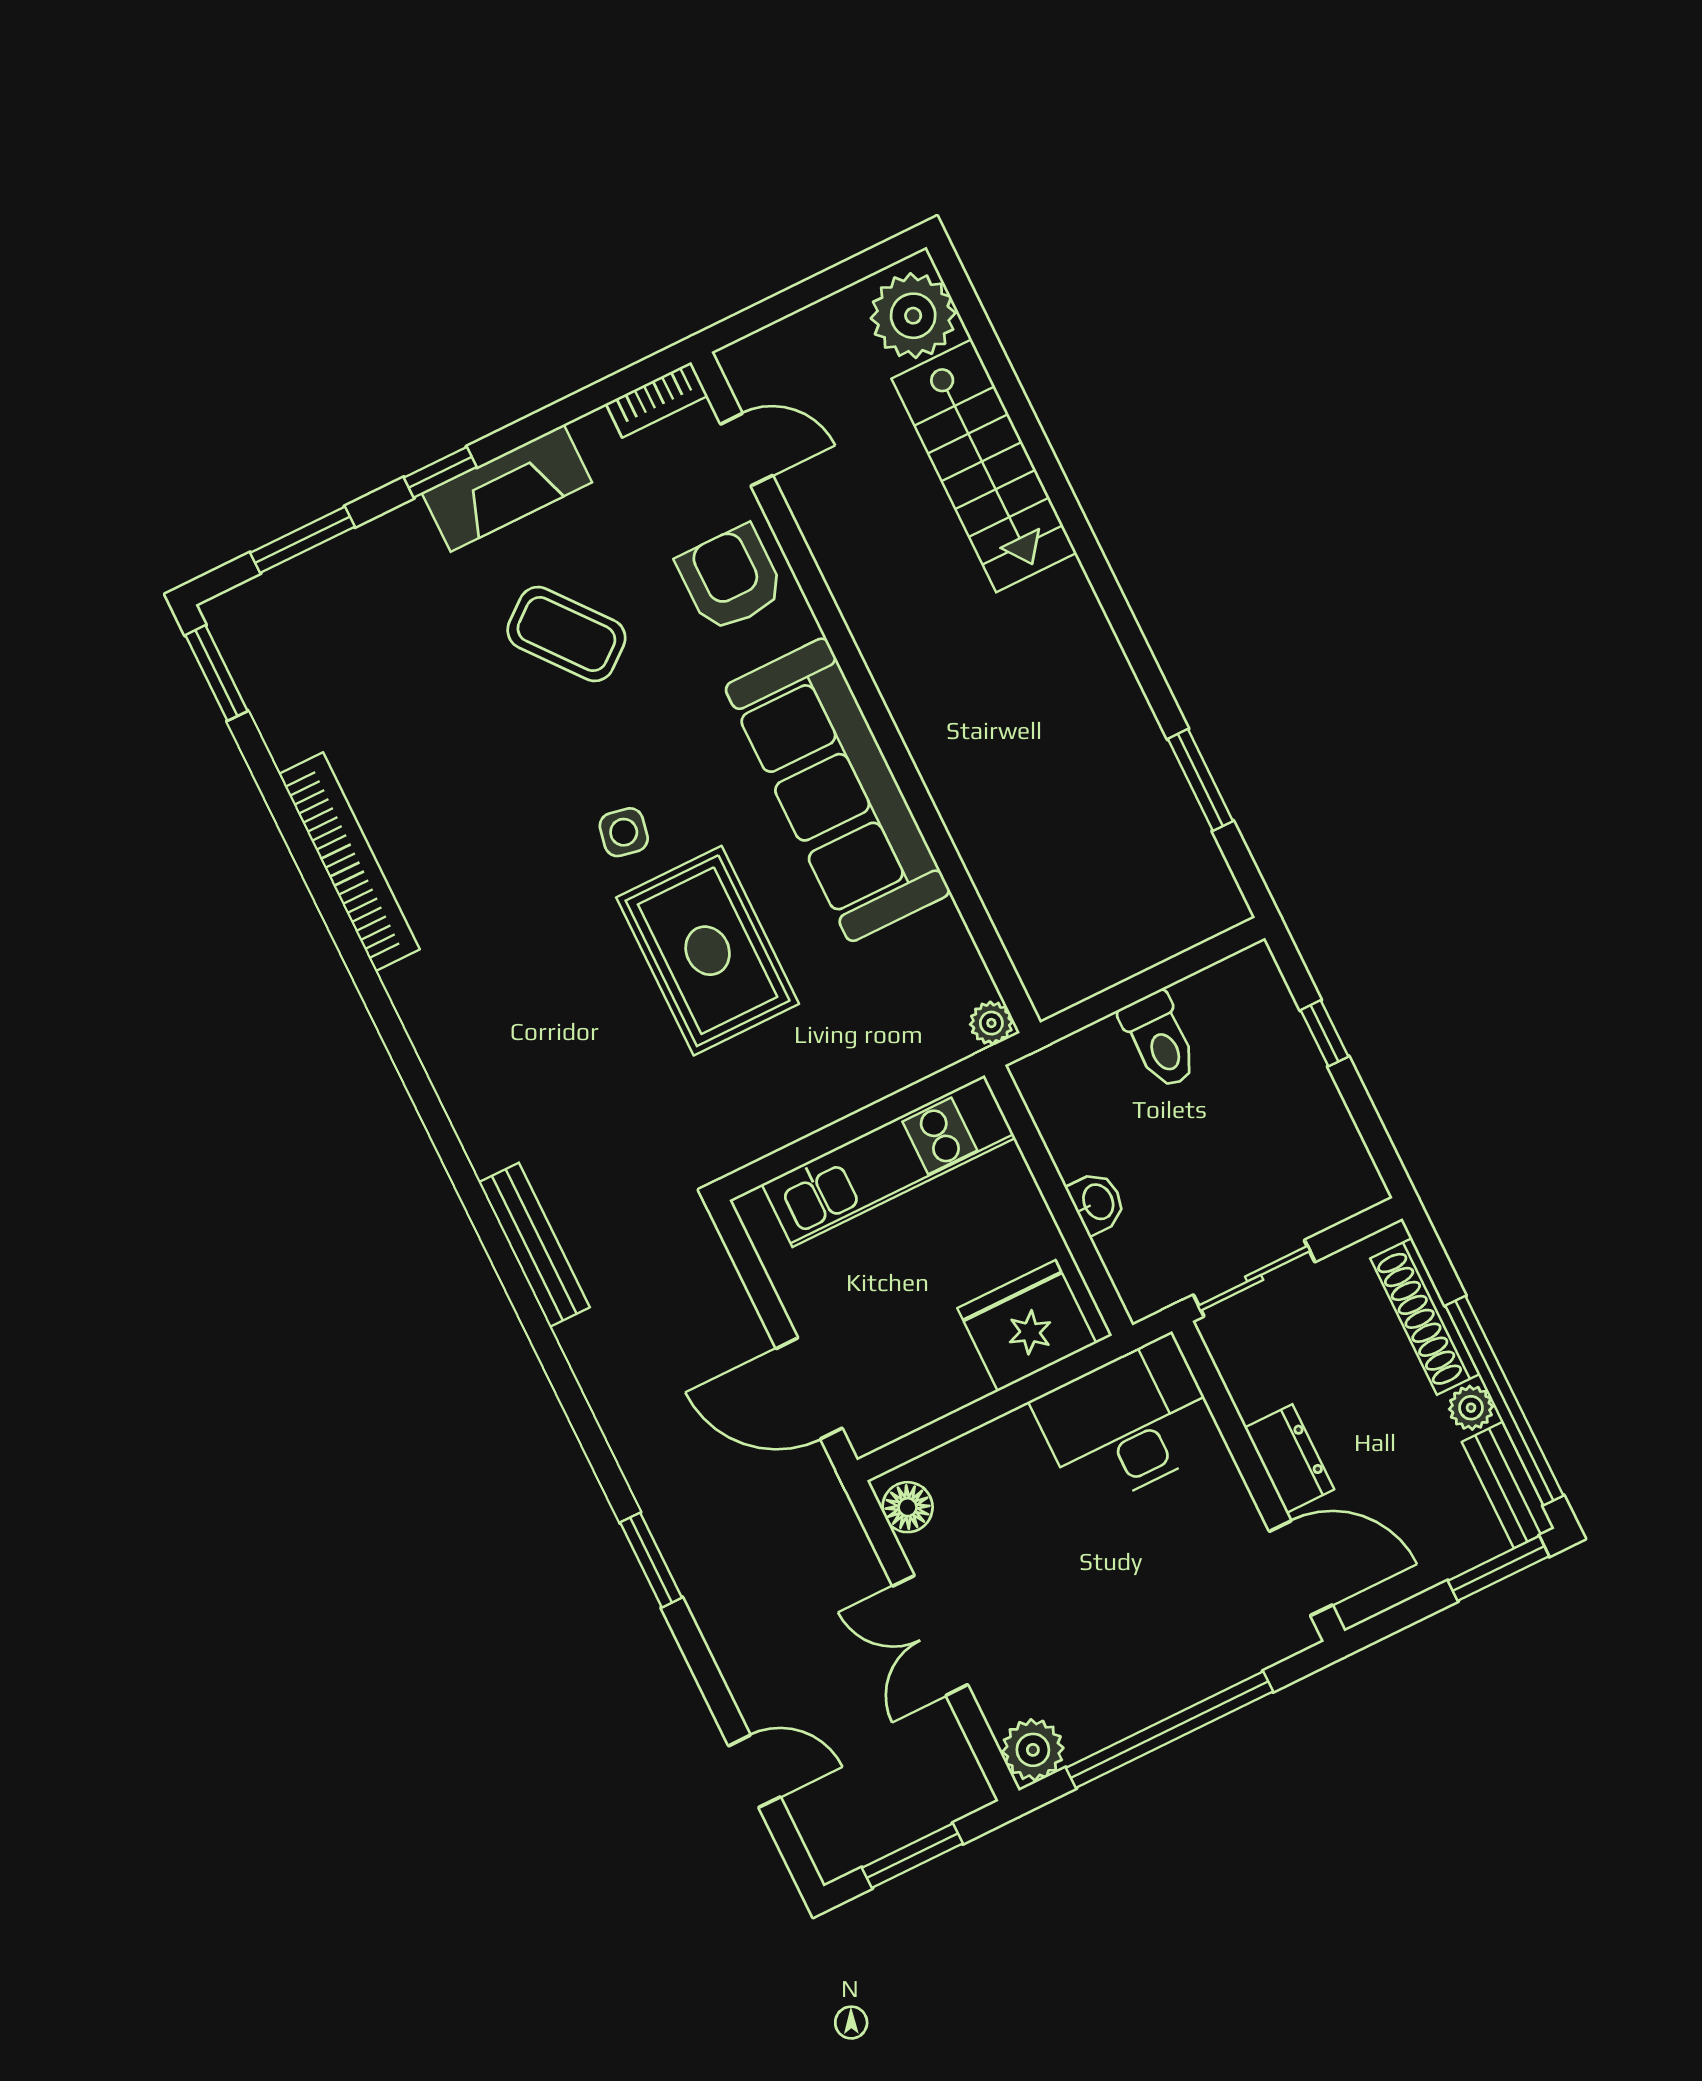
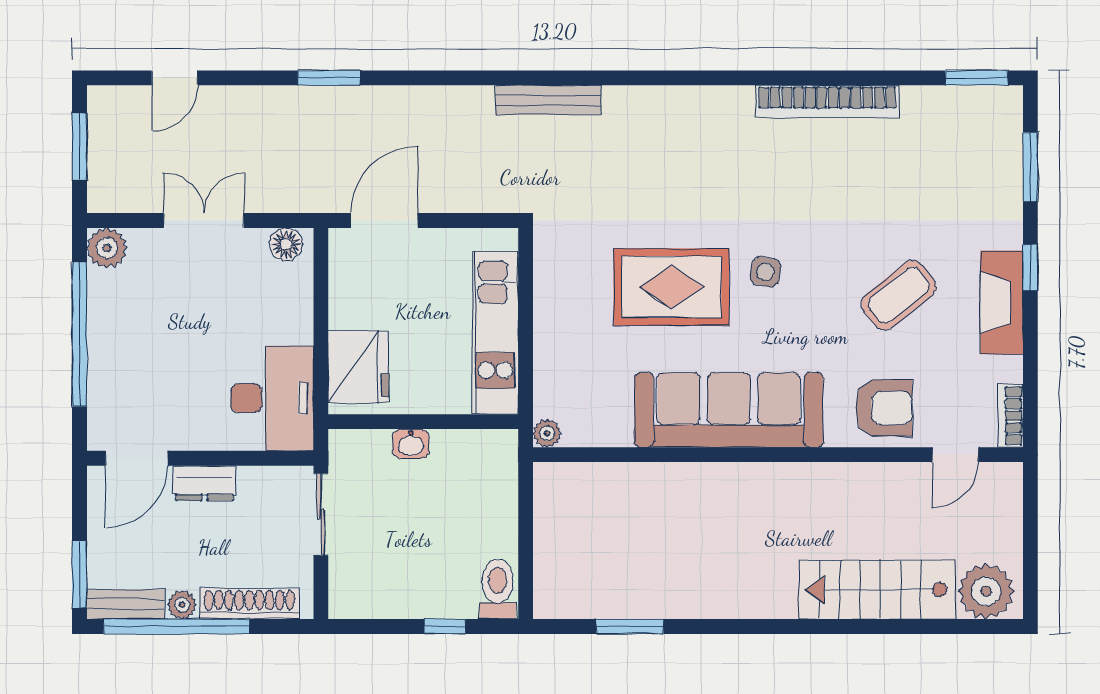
toilet: (1160, 1040) -> (498, 589), moved, turned 90

